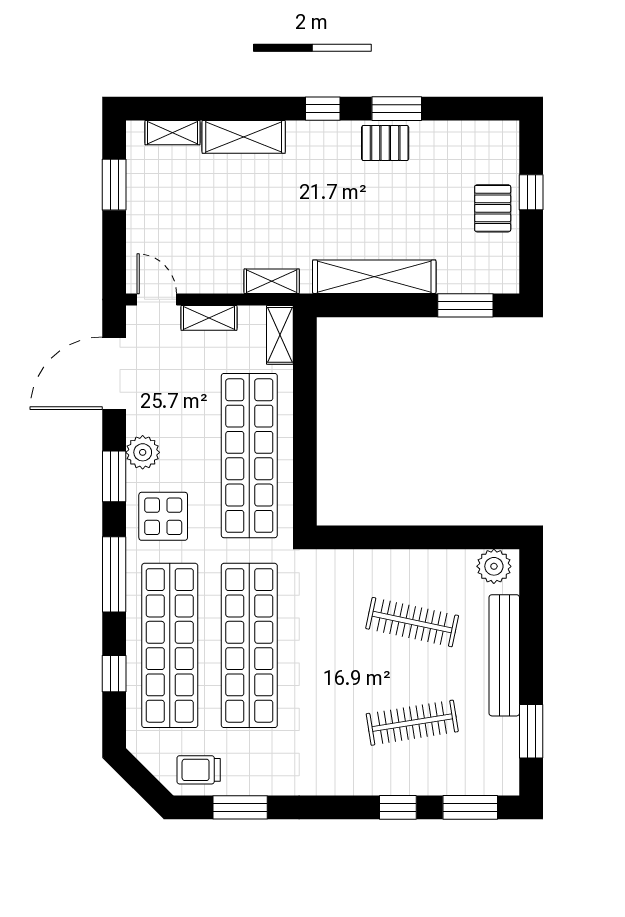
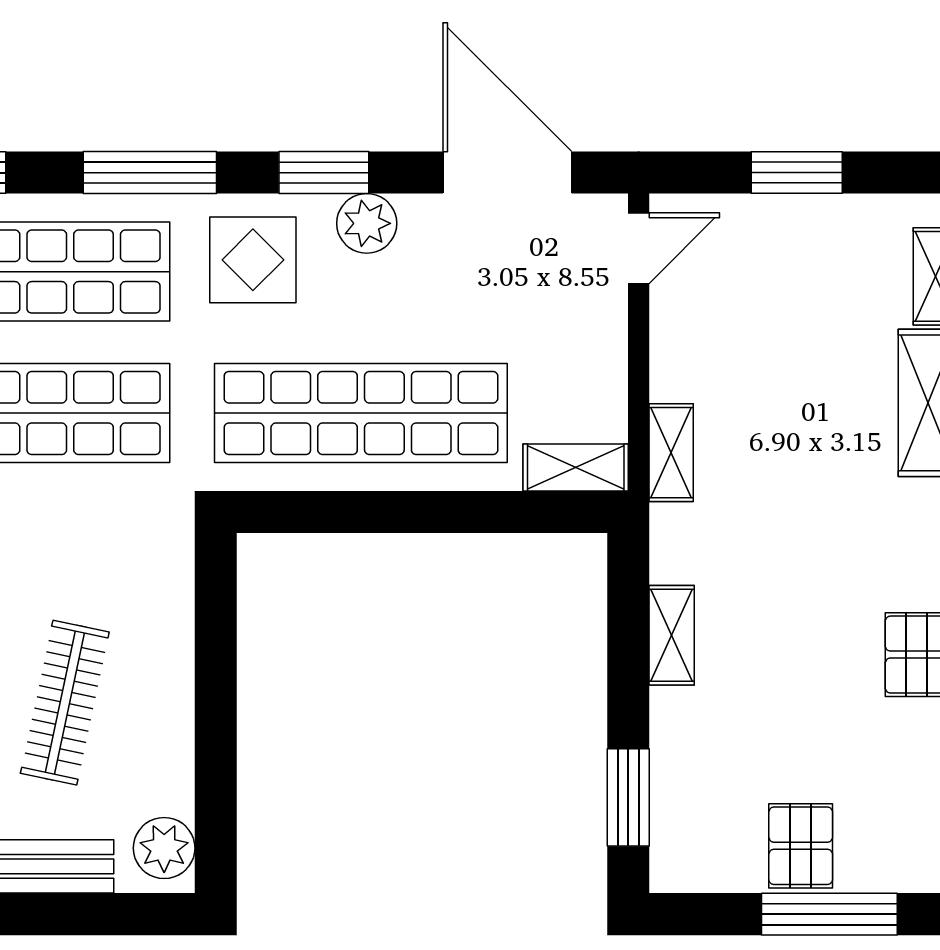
window: (114, 185) -> (797, 173), moved
window: (531, 192) -> (829, 914), width x2.17
pallet: (493, 208) -> (801, 846), turned 90
shelving: (374, 277) -> (672, 635), width x0.45, depth x0.75
shelving: (209, 318) -> (606, 341), removed

